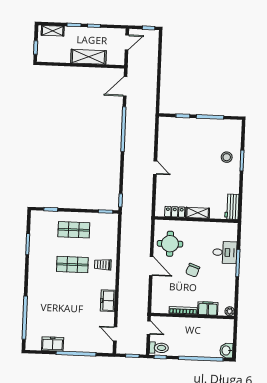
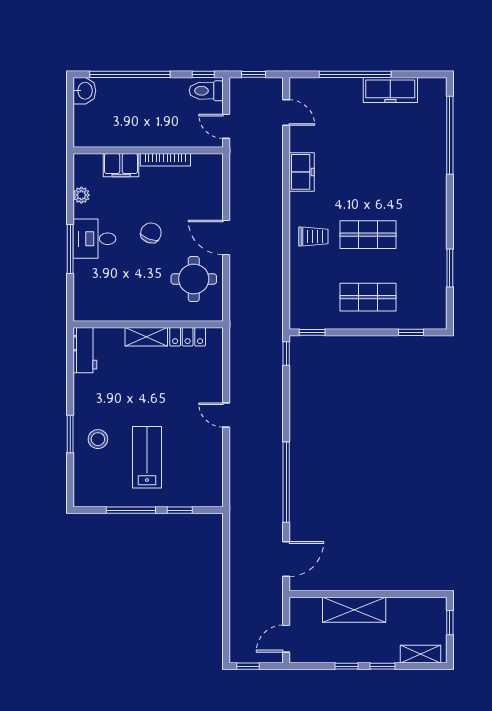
lab bench: (200, 146) -> (147, 457), added
desk: (225, 252) -> (94, 239), moved
plant: (230, 311) -> (81, 195), moved
freezer: (53, 344) -> (390, 90), width x1.40

